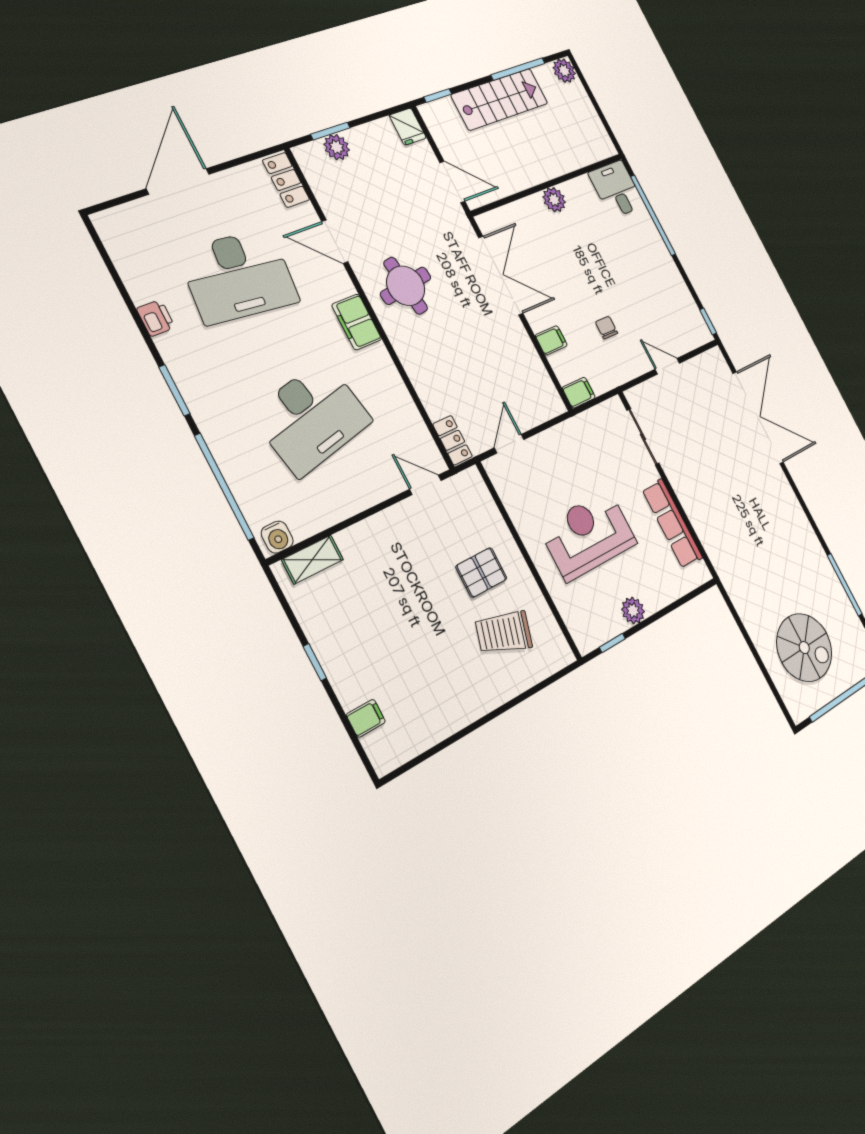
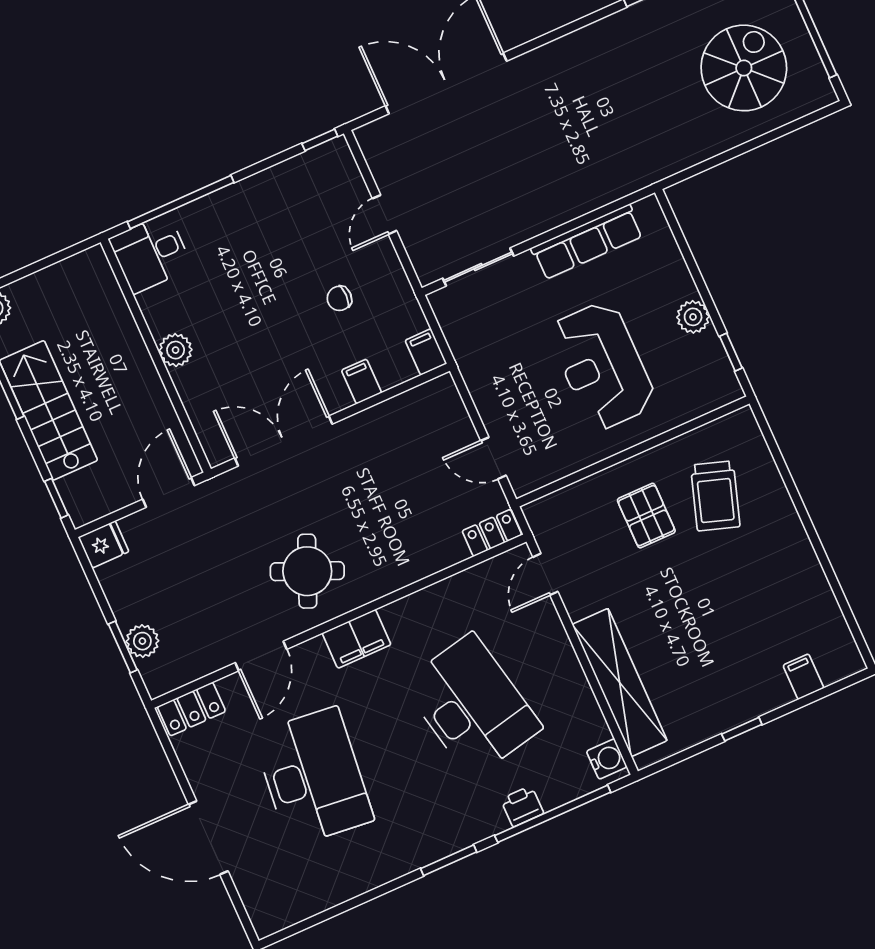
round table: (406, 286) -> (307, 571), turned 31
printer: (156, 318) -> (522, 806), moved
shelving: (313, 560) -> (620, 683), width x2.20, depth x1.33

